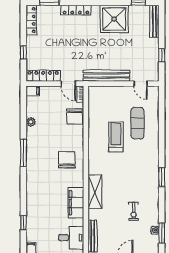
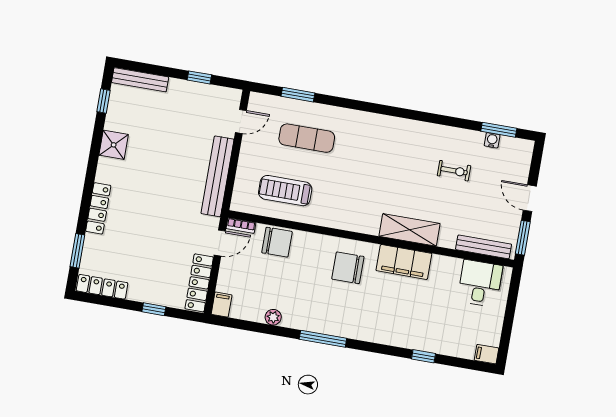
shower: (114, 19) -> (114, 145), width x0.54, depth x0.54
treadmill: (116, 137) -> (285, 191), moved
window: (162, 177) -> (298, 95), moved
filing cabinet: (76, 203) -> (404, 262), moved
window: (23, 223) -> (424, 356), moved

